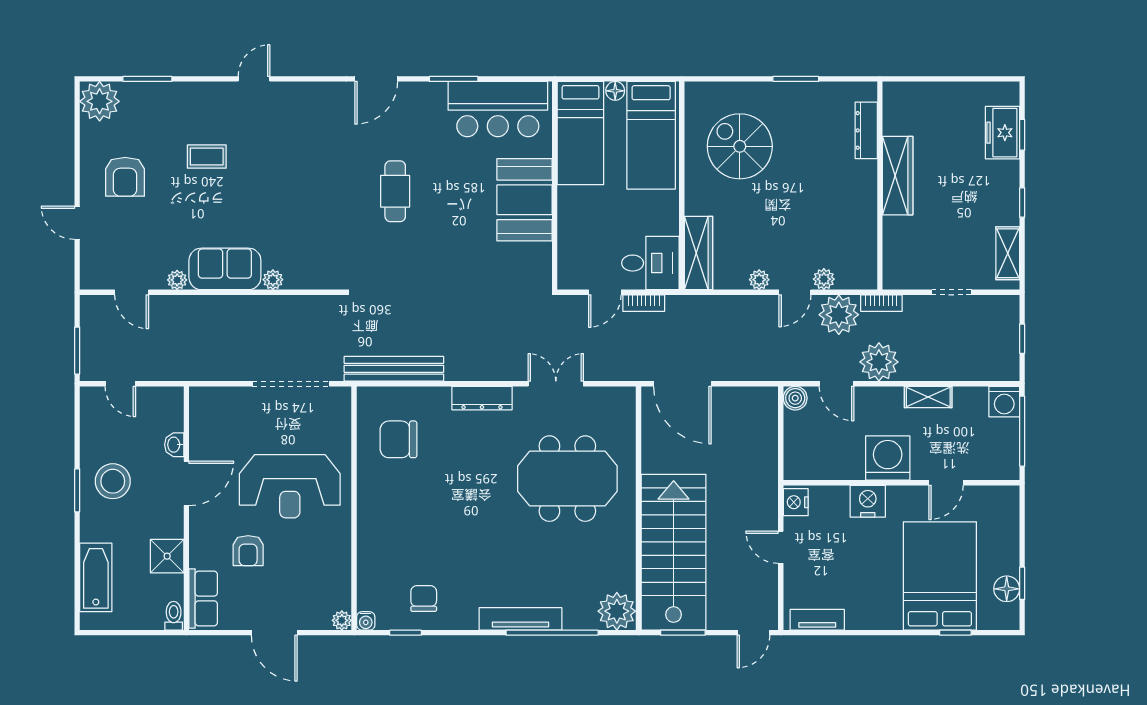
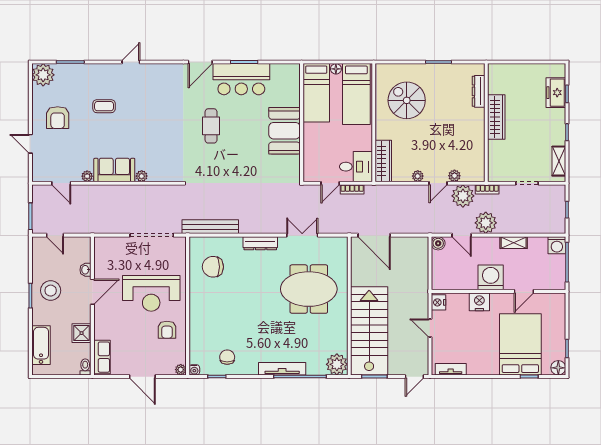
bar counter: (498, 109) -> (241, 79), moved
armchair: (248, 551) -> (167, 330), moved
floor lamp: (1007, 589) -> (558, 368), moved

